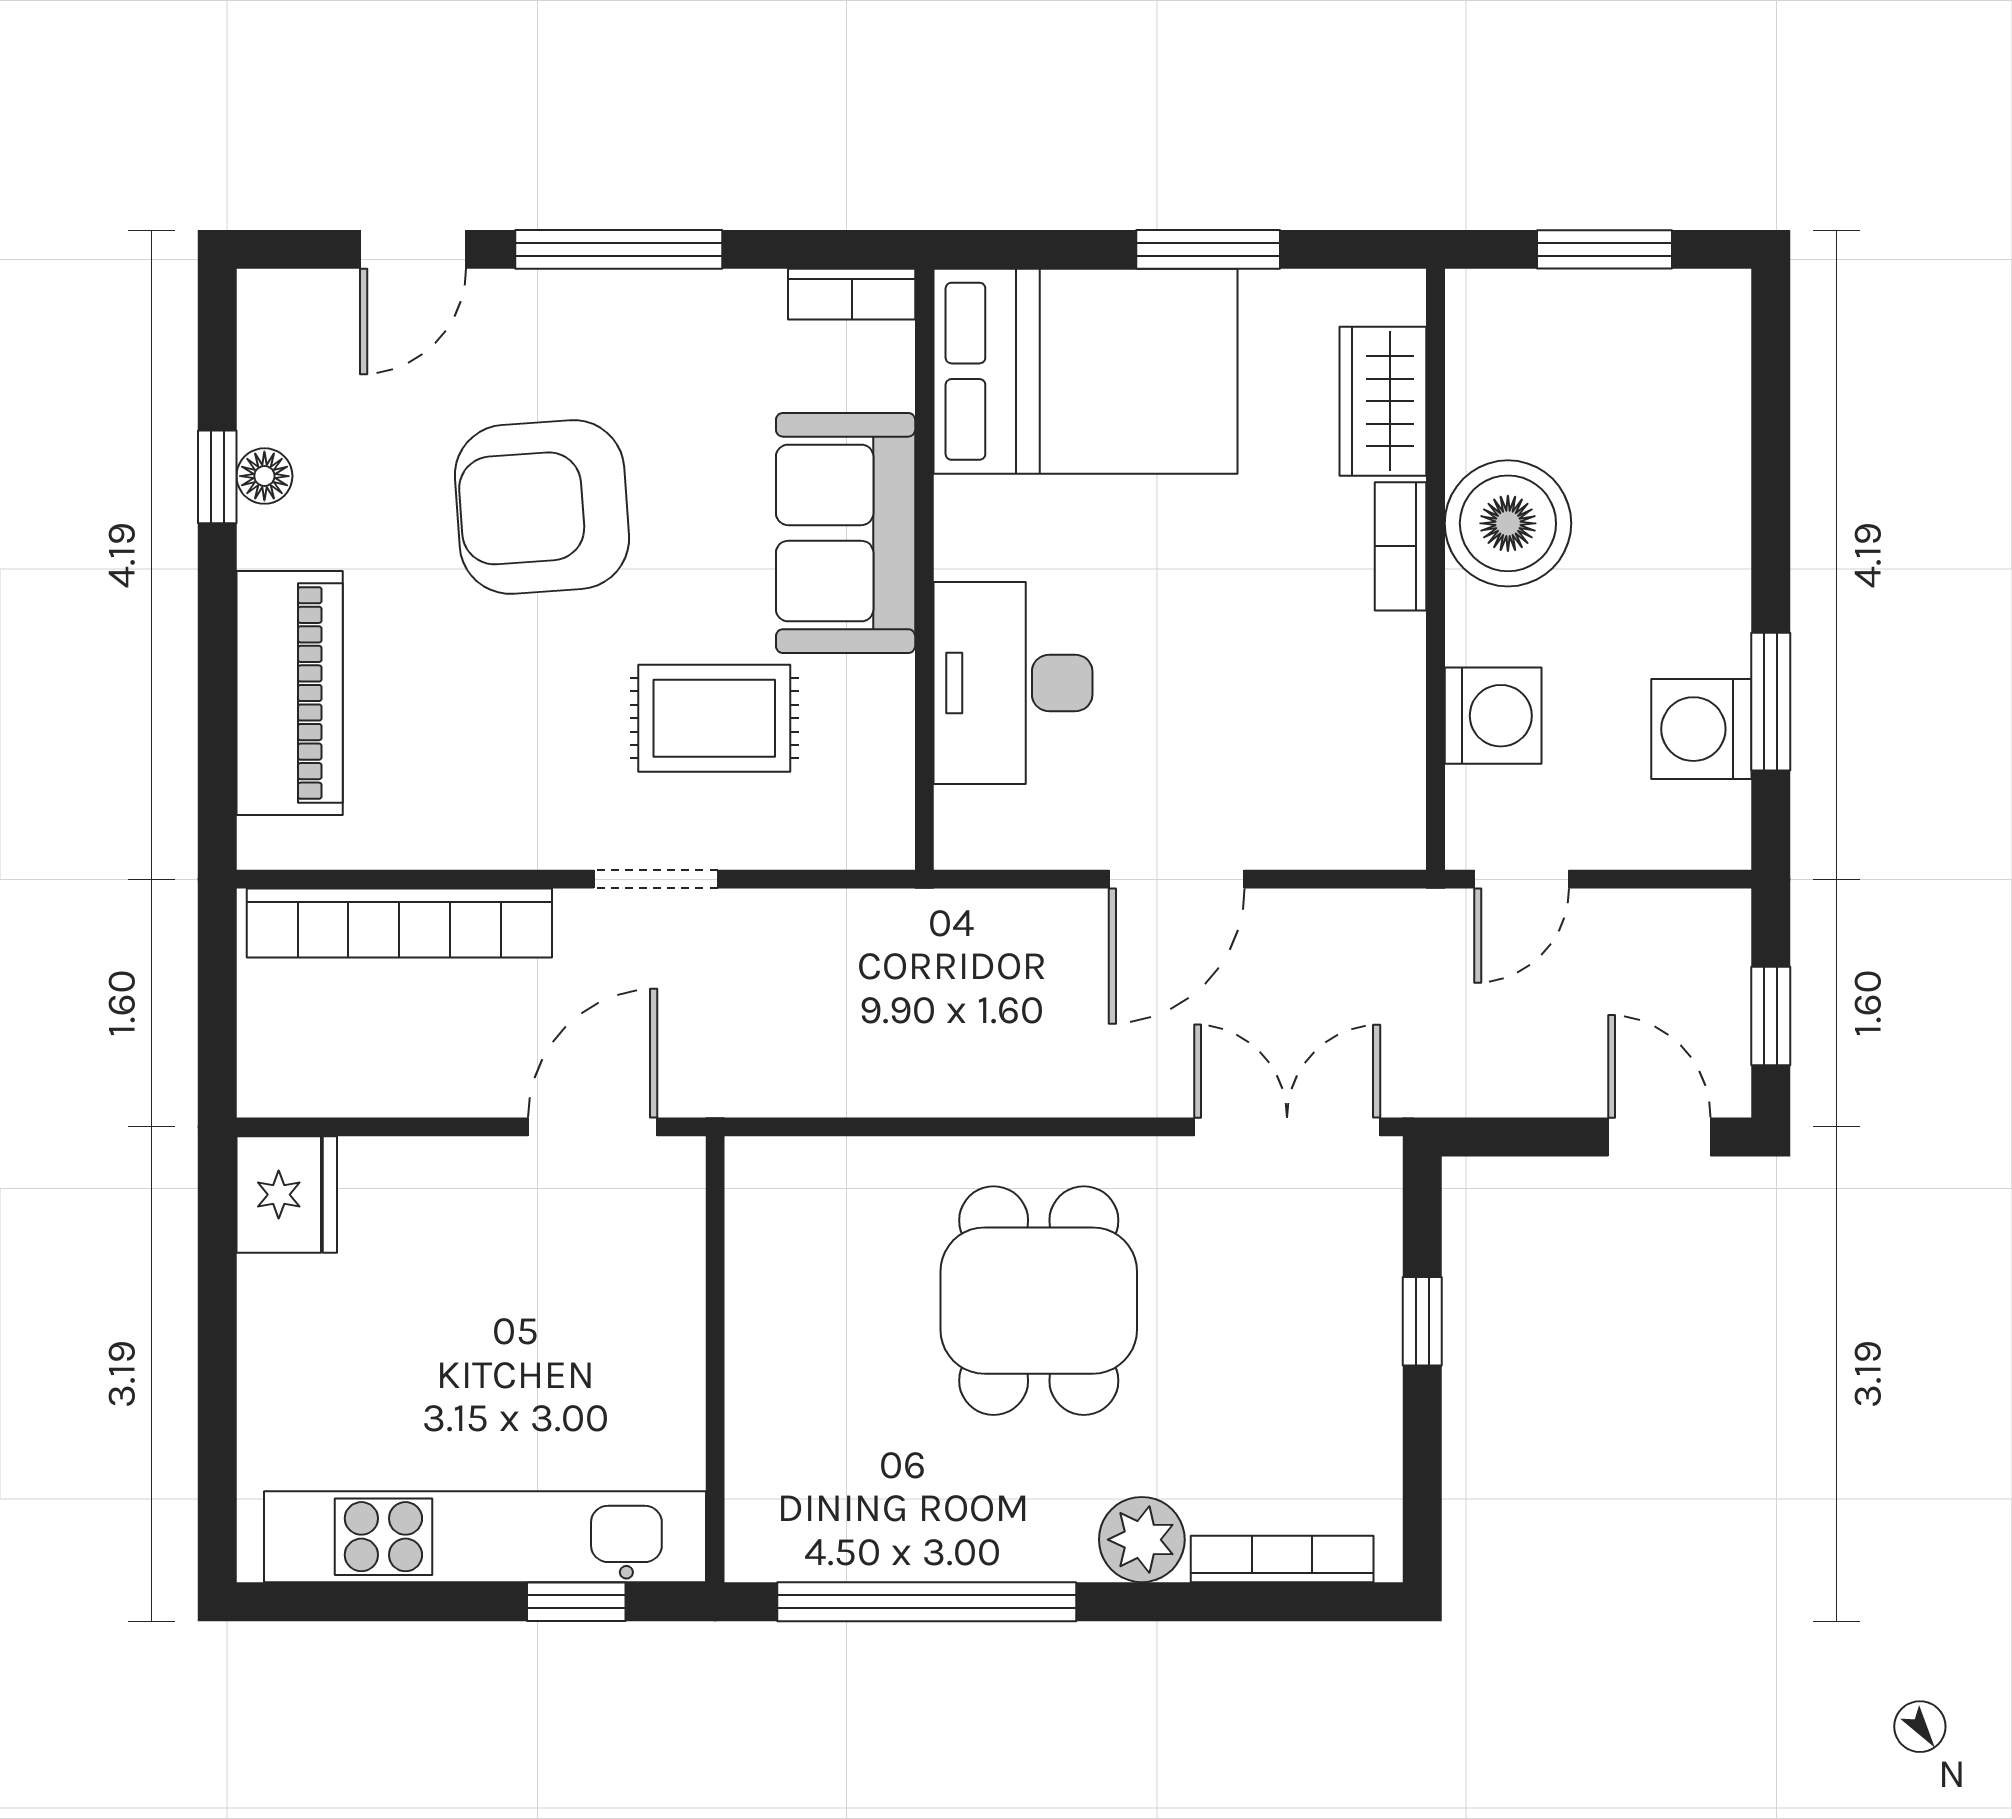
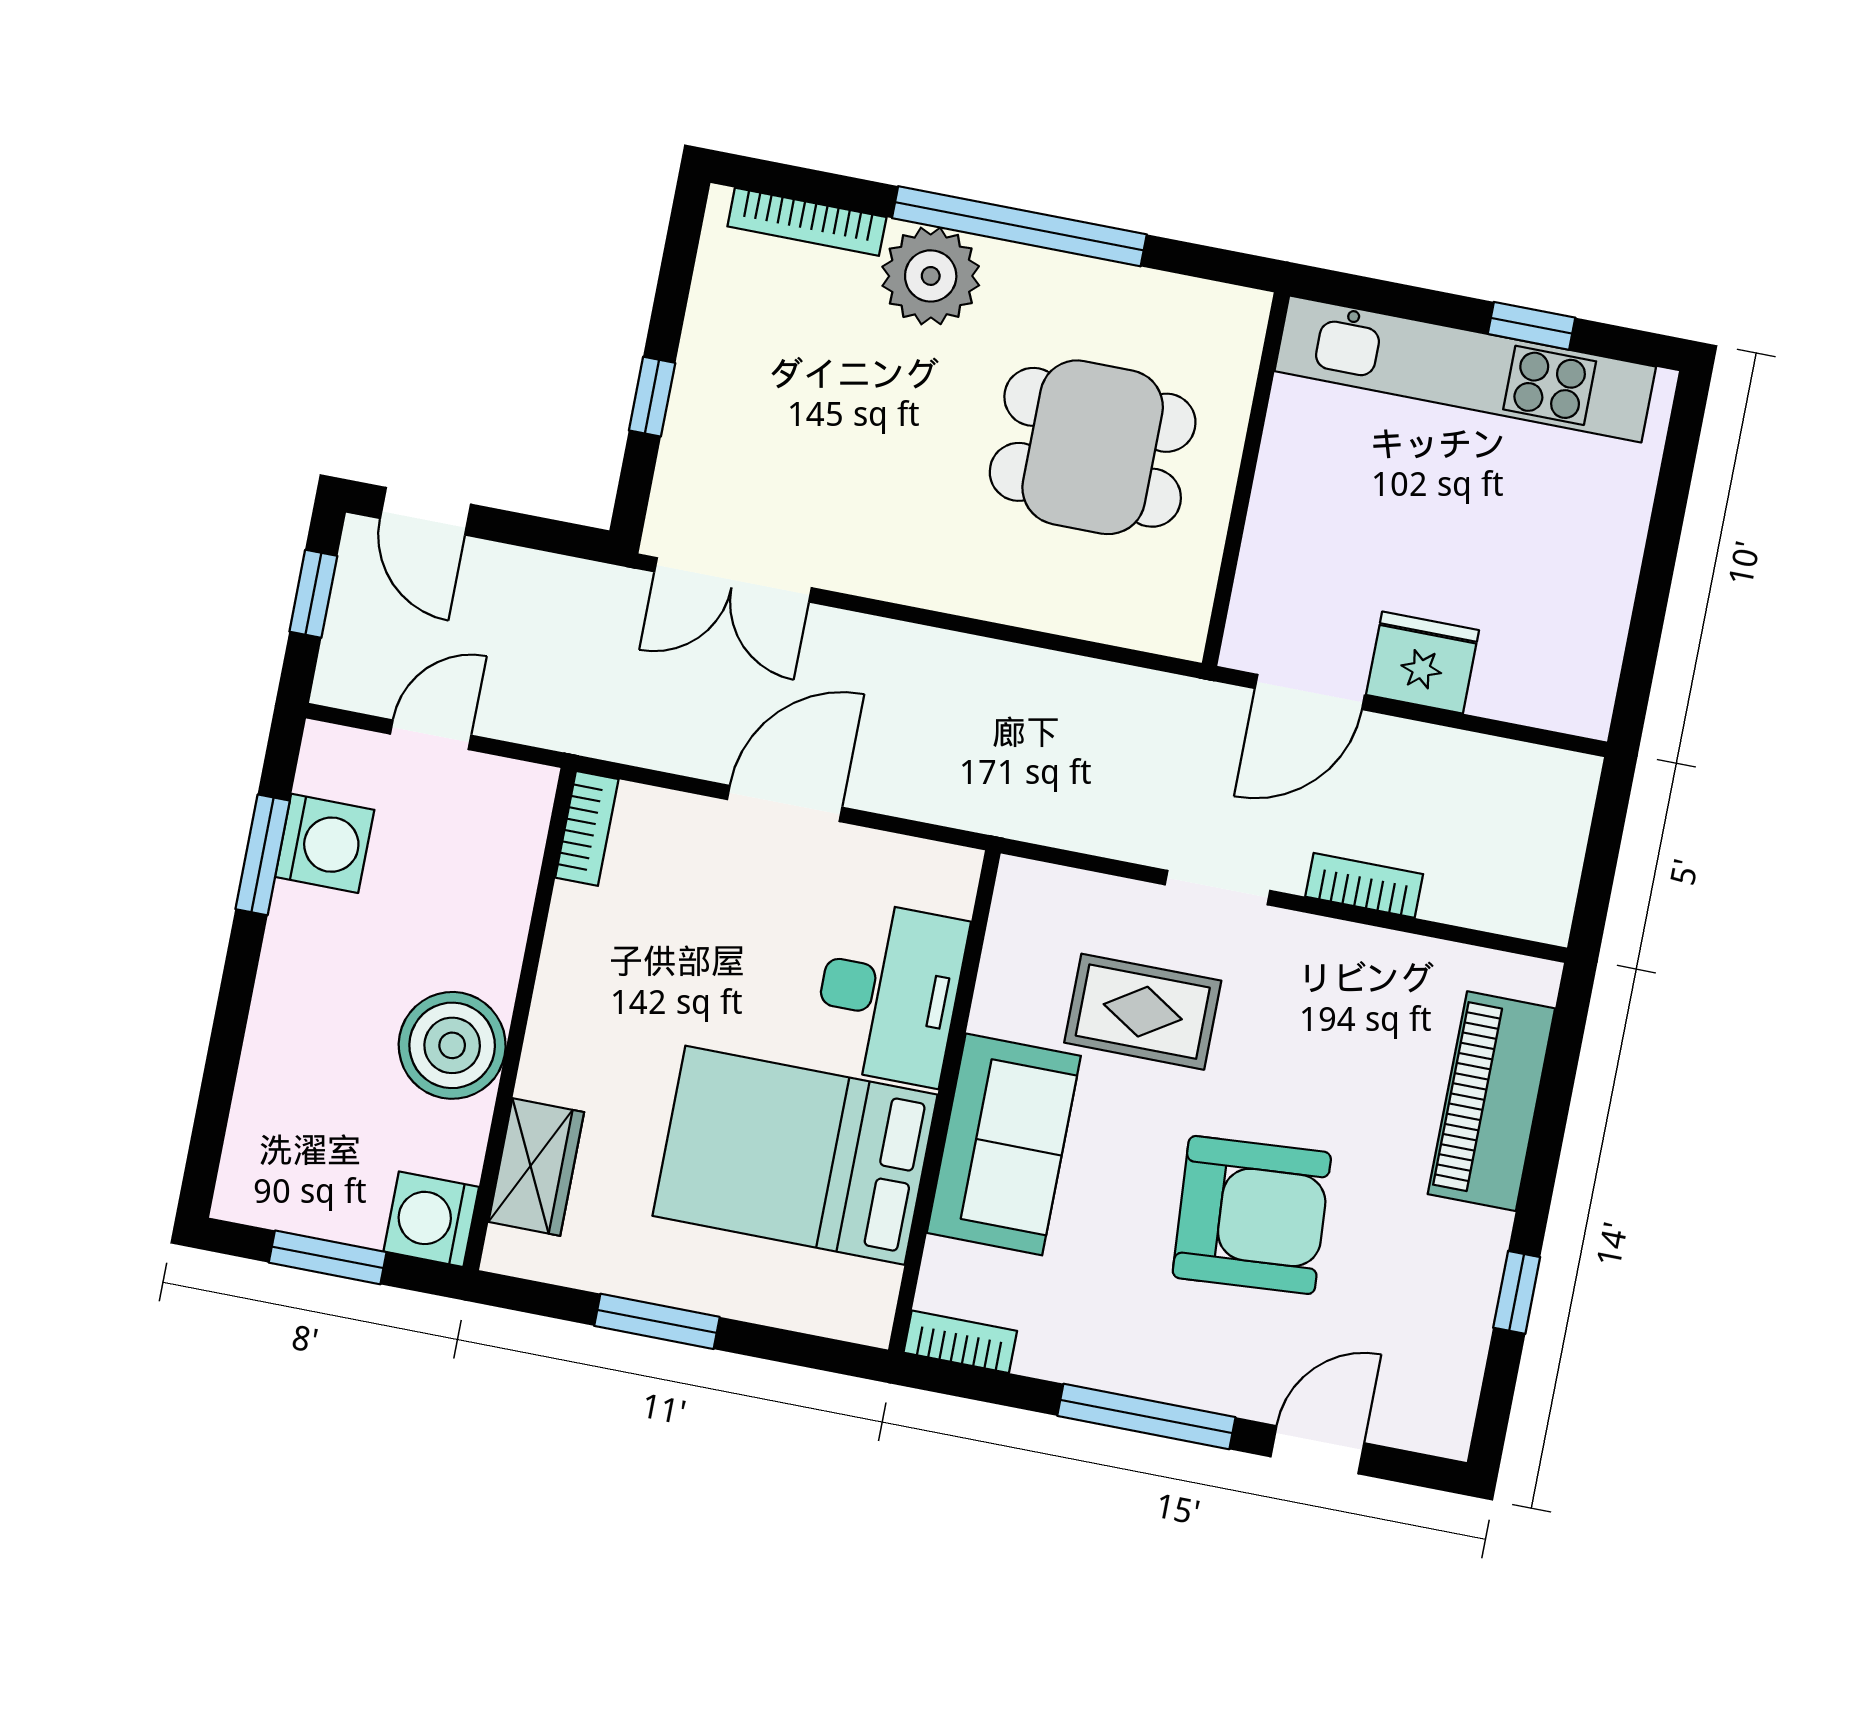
bed: (1085, 371) -> (795, 1155), moved
floor lamp: (264, 476) -> (1477, 1285), removed
bookcase: (1400, 546) -> (587, 828), moved
washing machine: (1493, 716) -> (431, 1219), moved
door: (1522, 879) -> (431, 735), moved
bookcase: (399, 923) -> (1364, 885), width x0.43, depth x0.76
fridge: (287, 1195) -> (1423, 663), moved, turned 90
dining table: (1039, 1301) -> (1093, 447), moved, turned 90
plant: (1142, 1540) -> (931, 276), width x1.36, depth x1.36
window: (576, 1602) -> (1532, 326), moved
window: (927, 1602) -> (1019, 226), moved

